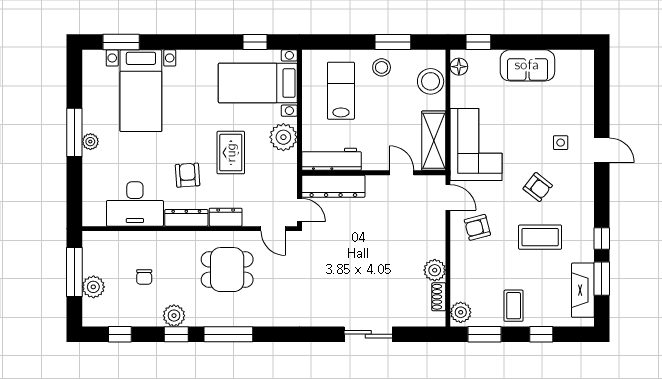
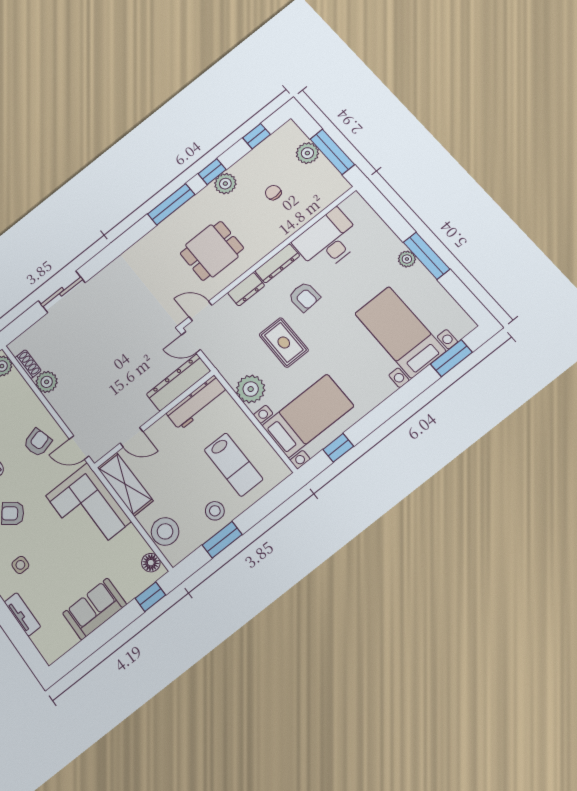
tv unit: (586, 104) -> (22, 614), added

